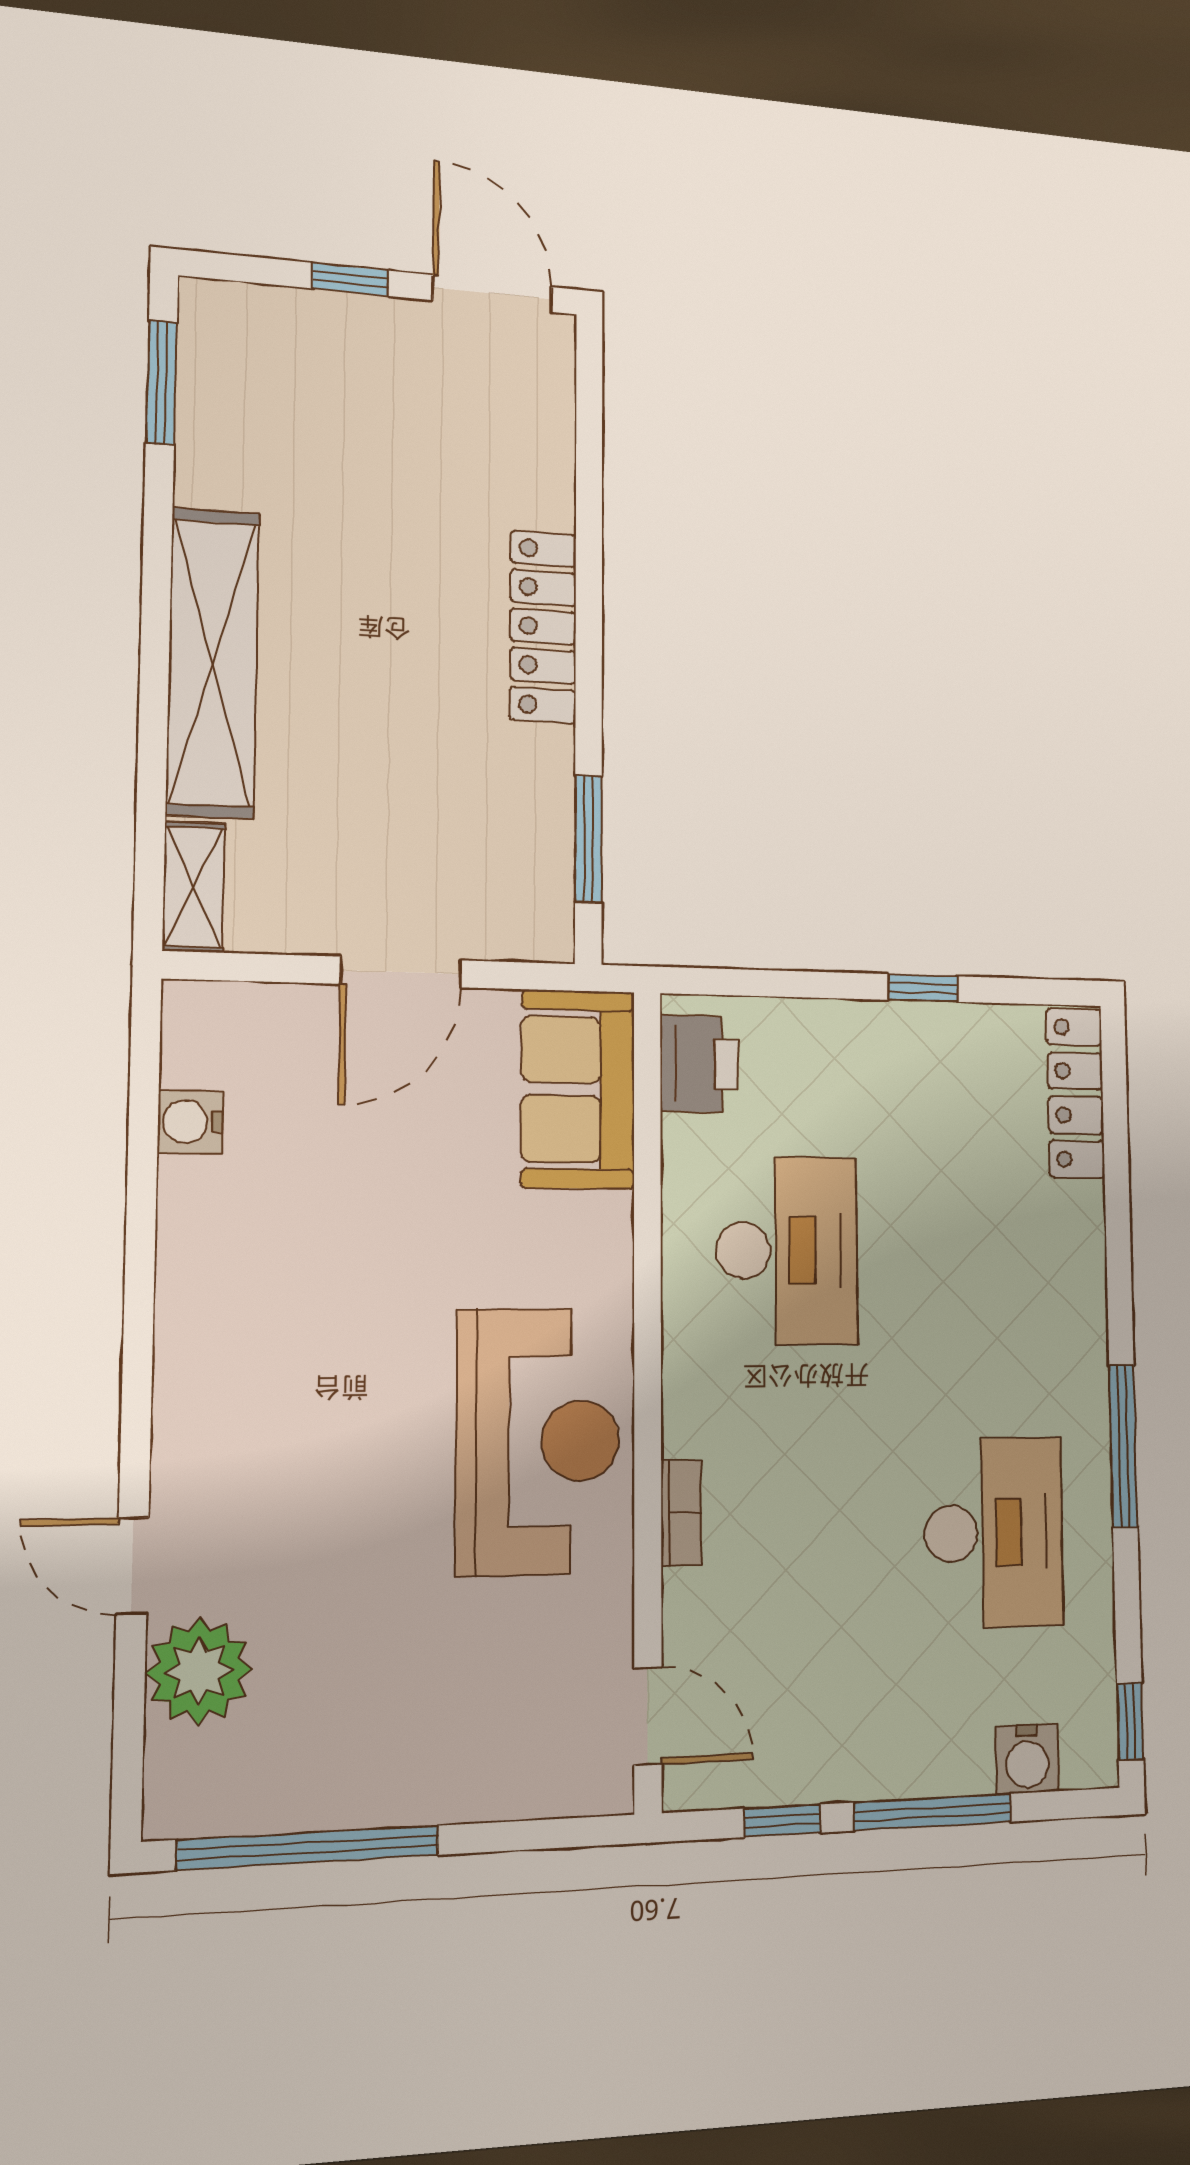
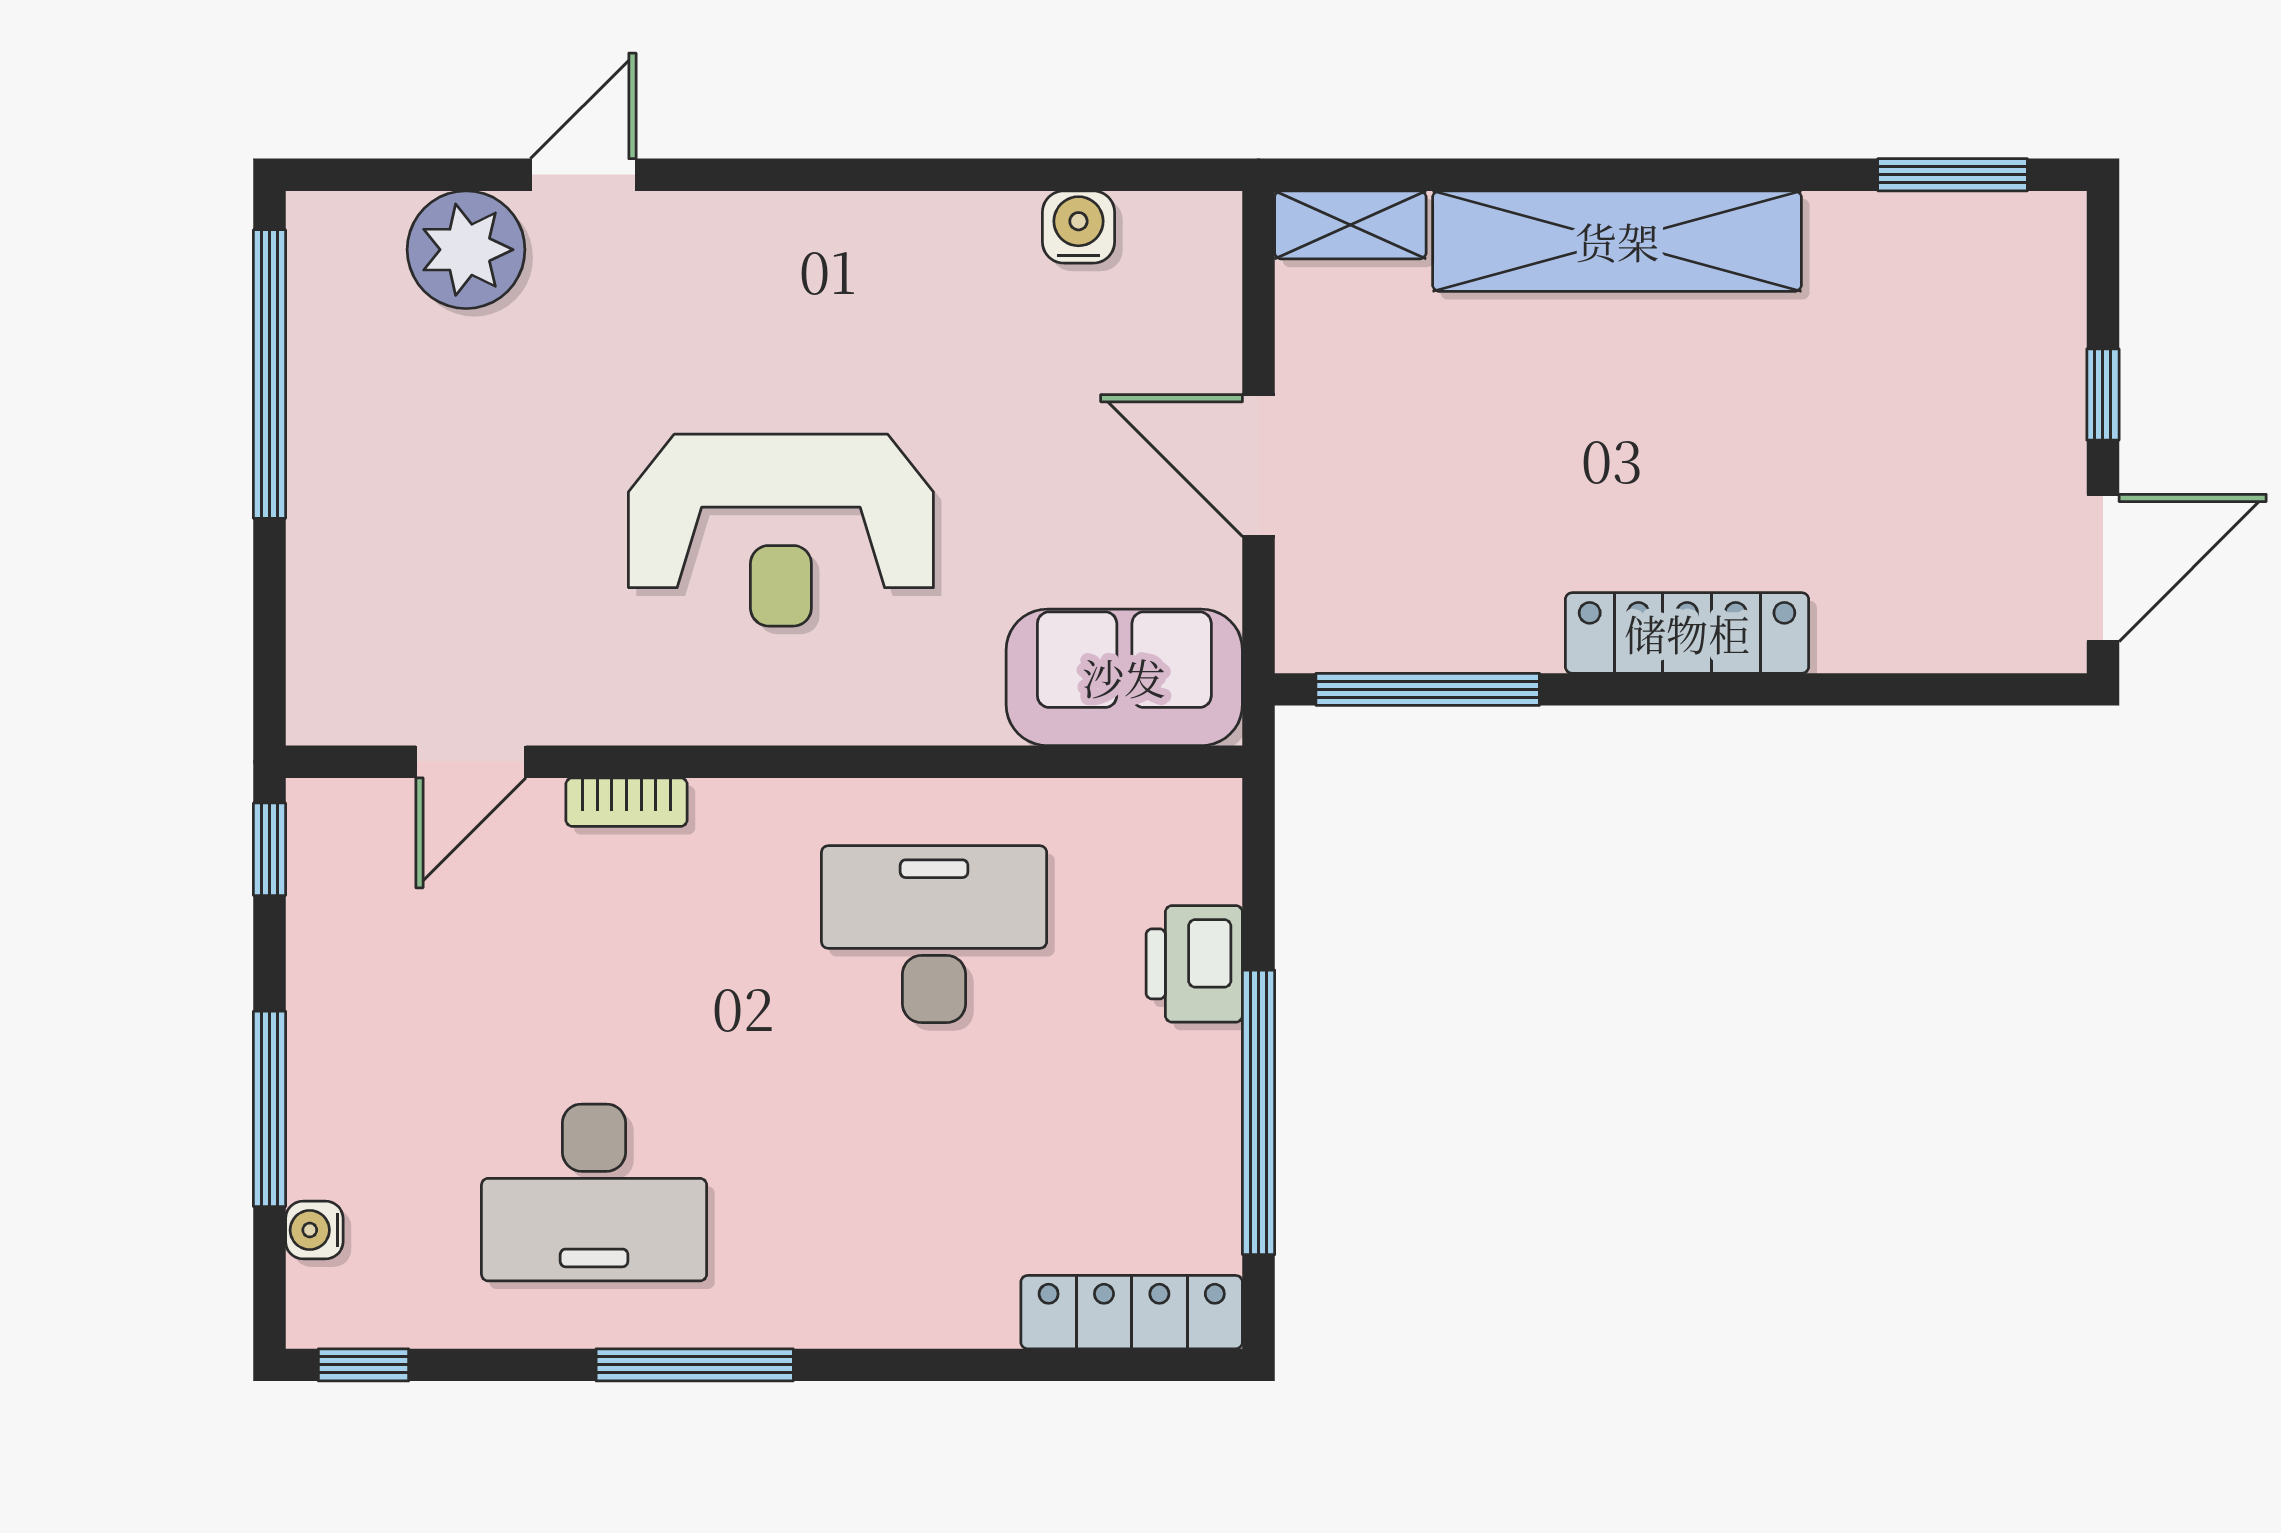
window: (588, 839) -> (1428, 689), width x1.44
window: (923, 988) -> (1259, 1112), width x3.17
printer: (699, 1064) -> (1194, 964), moved, turned 90
desk: (787, 1251) -> (934, 934), turned 180
reception desk: (538, 1441) -> (781, 530), moved
door: (648, 1716) -> (471, 762), moved
water cooler: (1027, 1759) -> (314, 1230), width x0.72, depth x0.72
window: (782, 1821) -> (269, 849), moved

